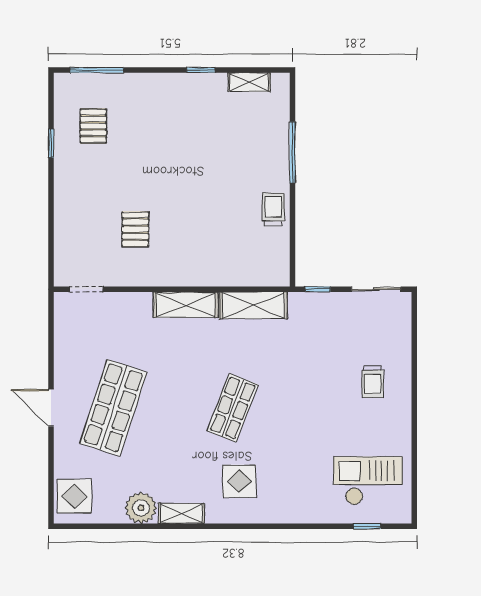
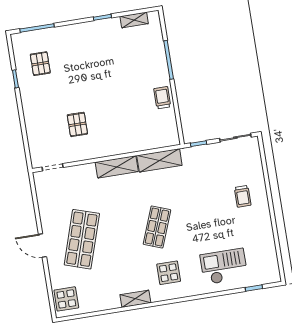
checkout: (368, 481) -> (224, 266), moved
plant: (141, 508) -> (109, 300), removed

